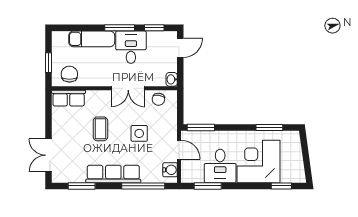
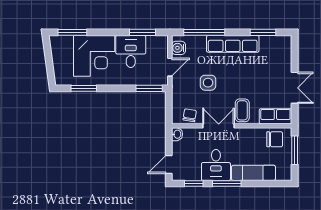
window: (49, 63) -> (295, 150), width x1.50
chair: (69, 74) -> (275, 139), turned -90
coffee table: (100, 129) -> (242, 110), moved
door: (179, 150) -> (170, 67), swing flipped
double door: (49, 155) -> (295, 88), moved
window: (281, 186) -> (72, 32), width x1.50

